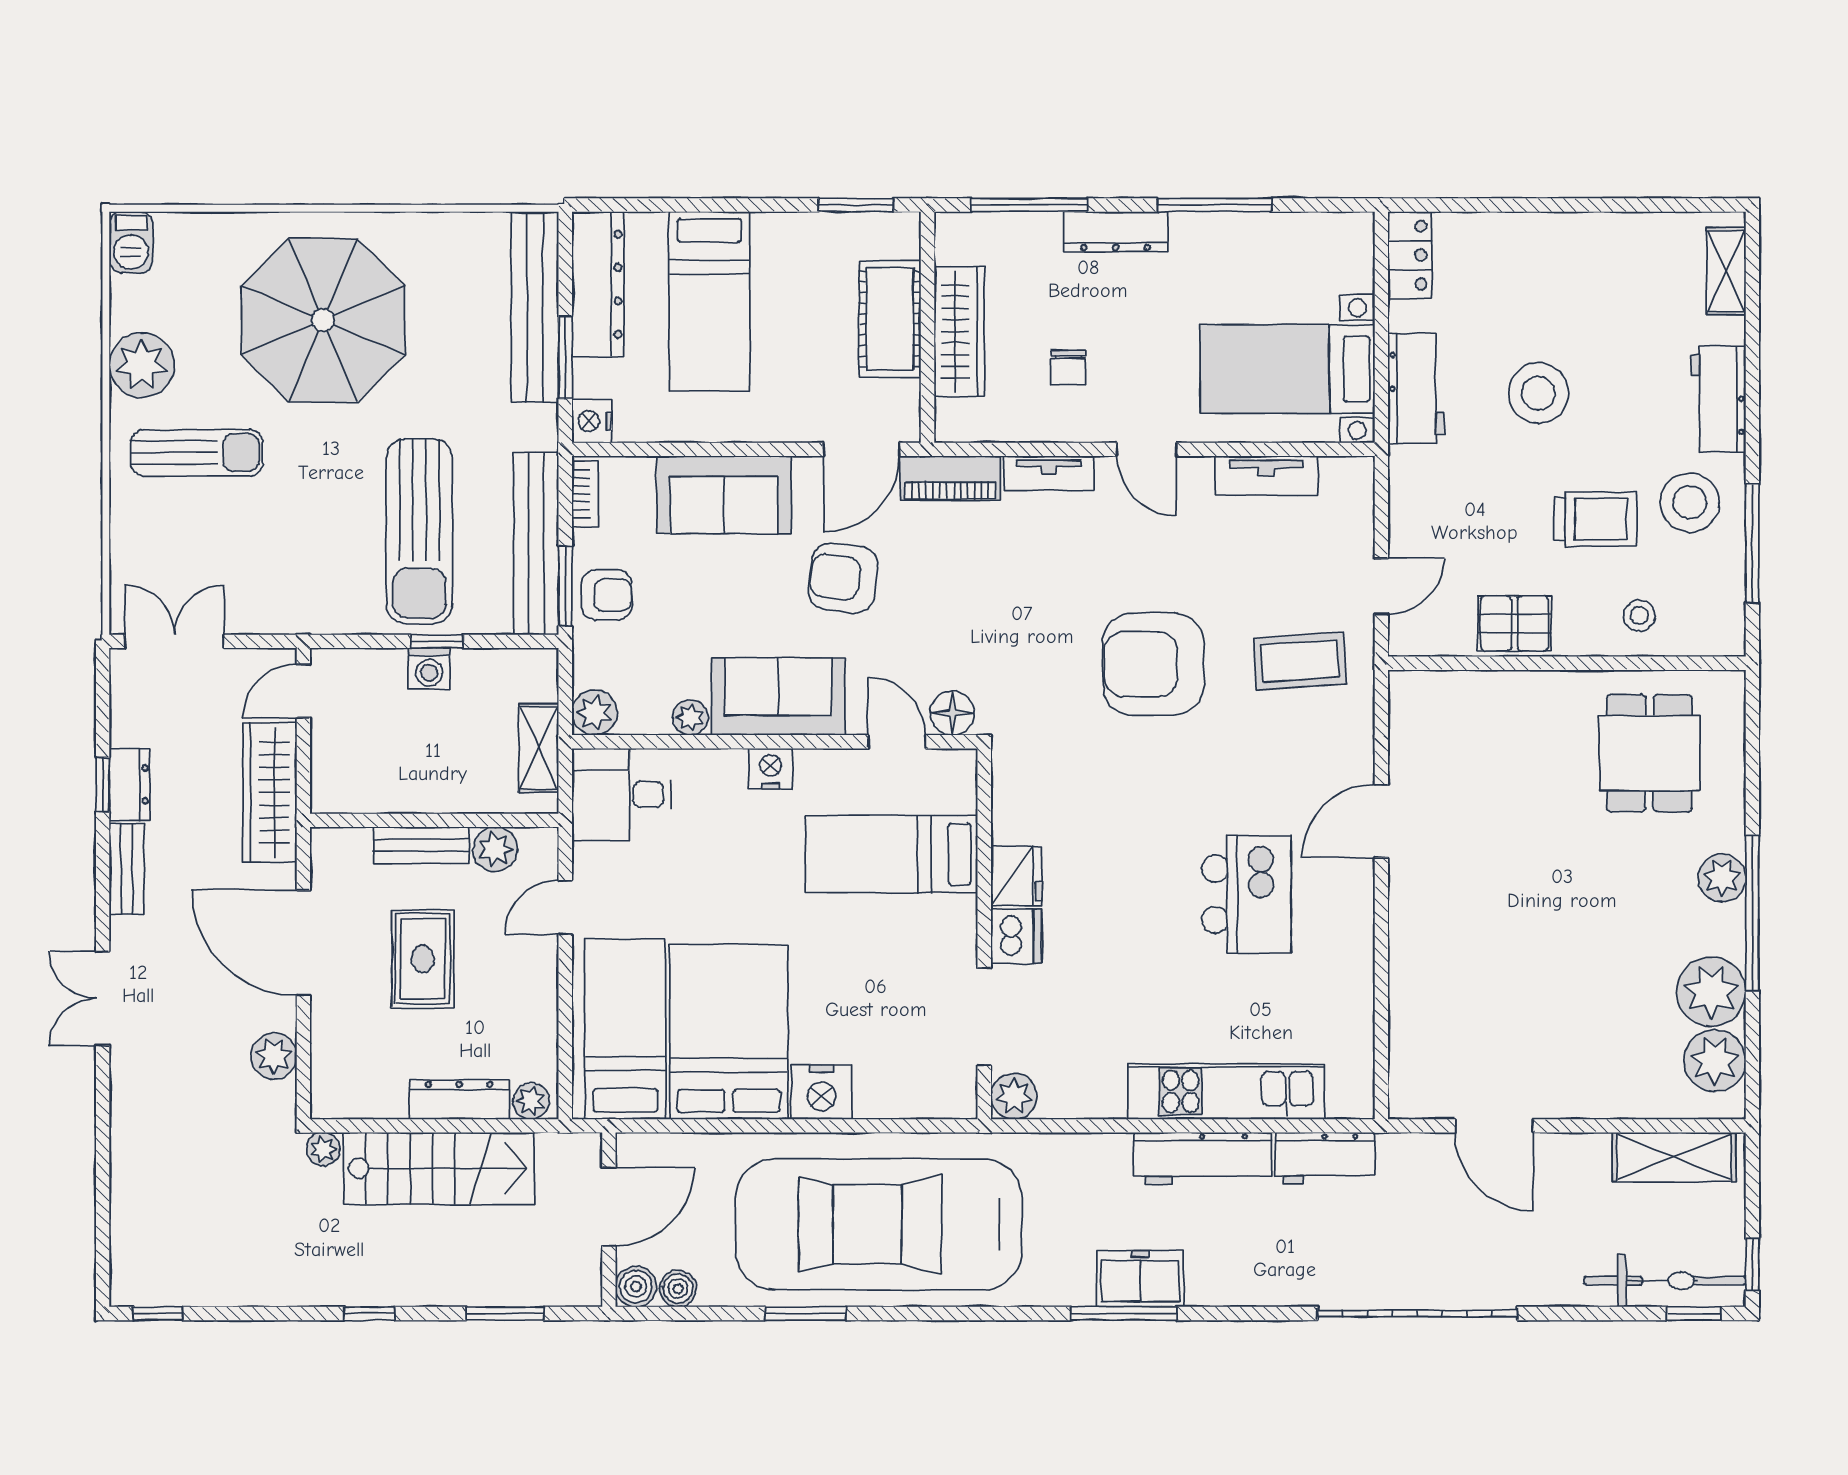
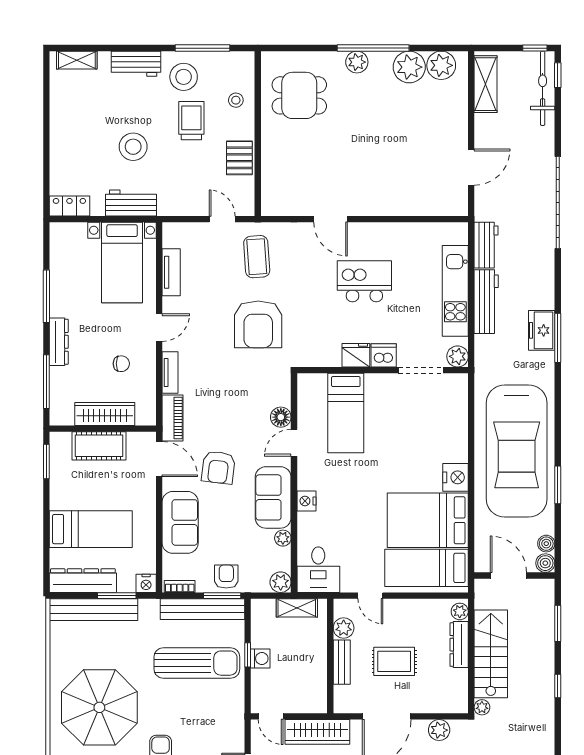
bed: (891, 854) -> (346, 413), moved
fridge: (1016, 876) -> (356, 355), moved
wall: (984, 934) -> (383, 370), moved
dishwasher: (1016, 936) -> (384, 355), moved
doorway: (984, 1017) -> (421, 370), moved
plant: (1014, 1096) -> (458, 356), moved

